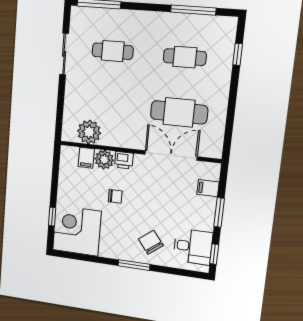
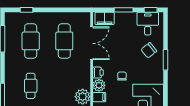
cafe table: (185, 57) -> (31, 41), width x1.37, depth x1.35
double door: (171, 155) -> (92, 43), swing flipped
filing cabinet: (208, 188) -> (105, 18), width x2.00

